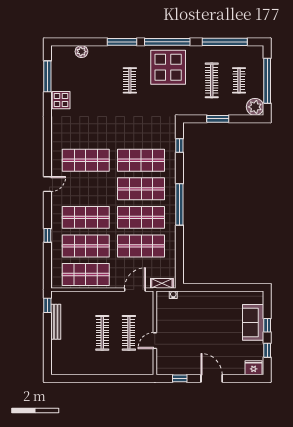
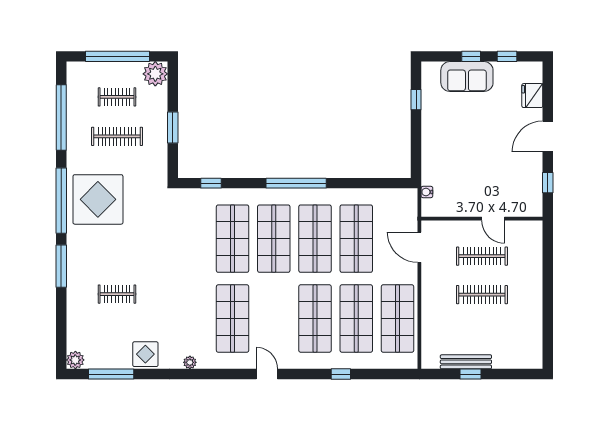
plant: (81, 52) -> (75, 360), moved
clothes rail: (130, 80) -> (117, 294), moved
plant: (55, 131) -> (190, 362), added
shelving: (162, 283) -> (410, 208), removed
window: (237, 287) -> (416, 100), added
window: (47, 305) -> (471, 374), moved
fridge: (254, 368) -> (532, 96), moved

